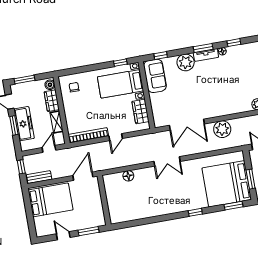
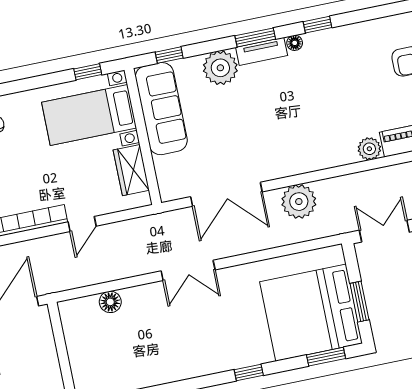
sofa: (155, 76) -> (161, 109), width x1.36

